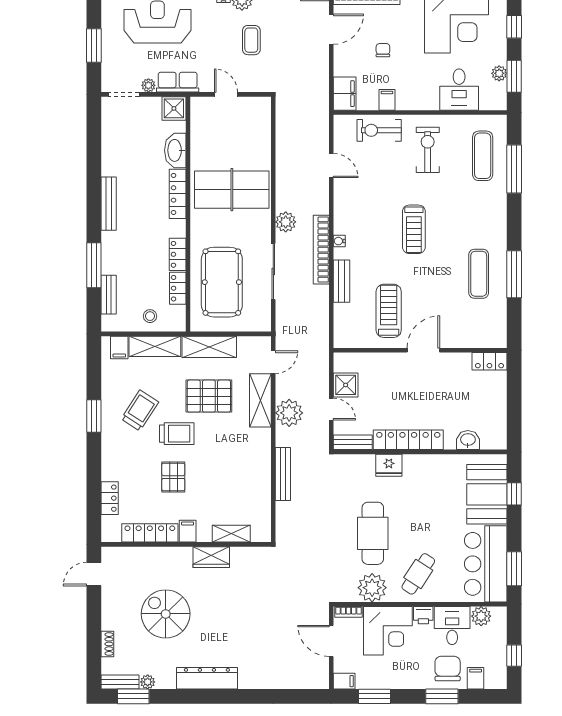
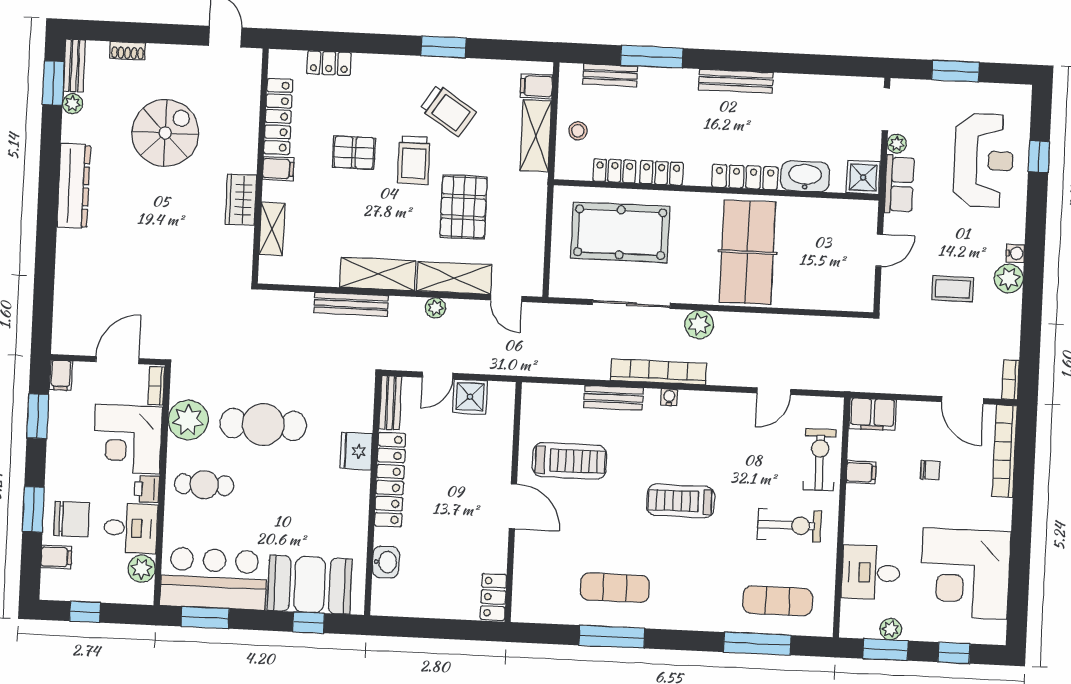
shelving: (209, 347) -> (378, 274), moved, turned 90
plant: (289, 413) -> (435, 308), width x0.53, depth x0.53
cafe table: (418, 574) -> (204, 485), turned -33

